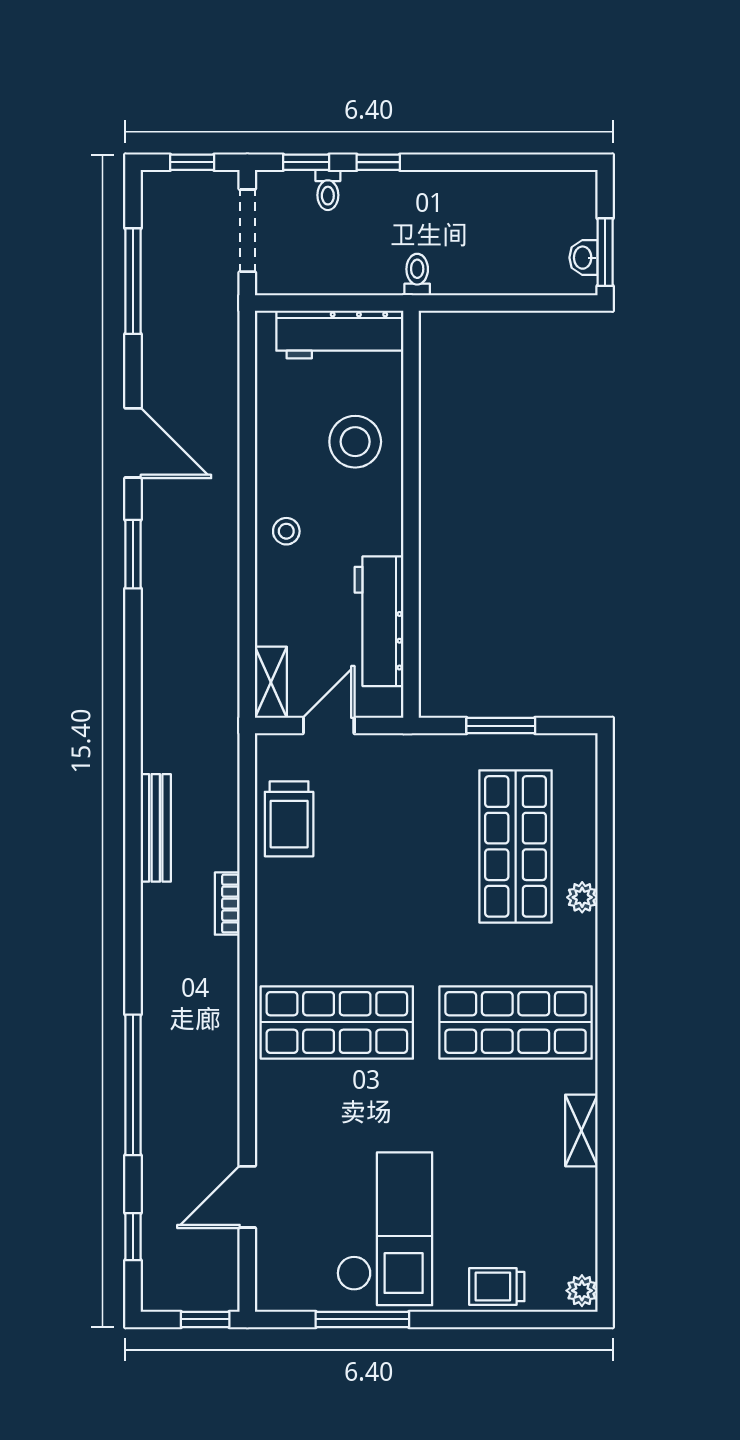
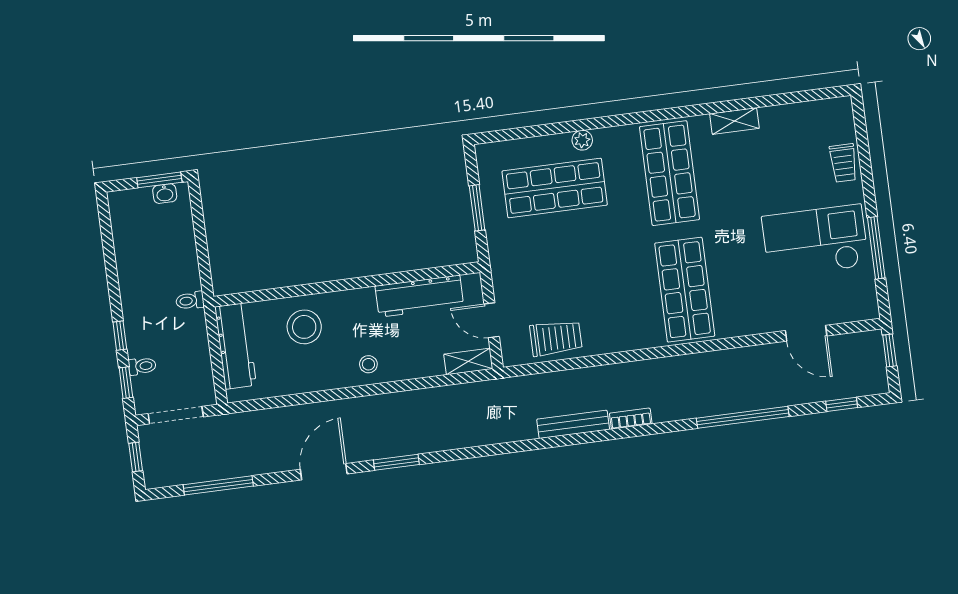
bookcase: (227, 904) -> (631, 419), moved, turned 180
plant: (582, 1291) -> (839, 107), removed

